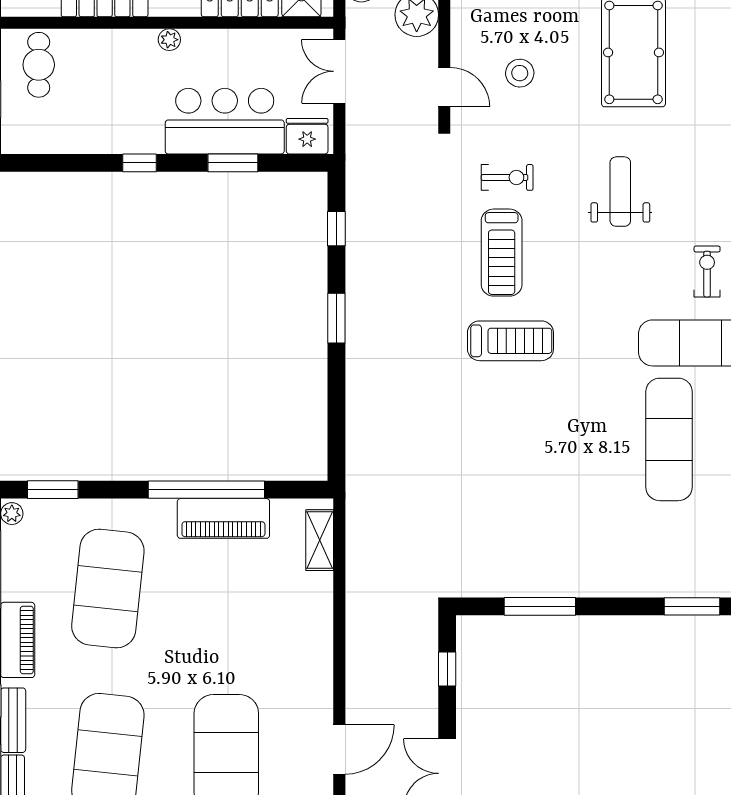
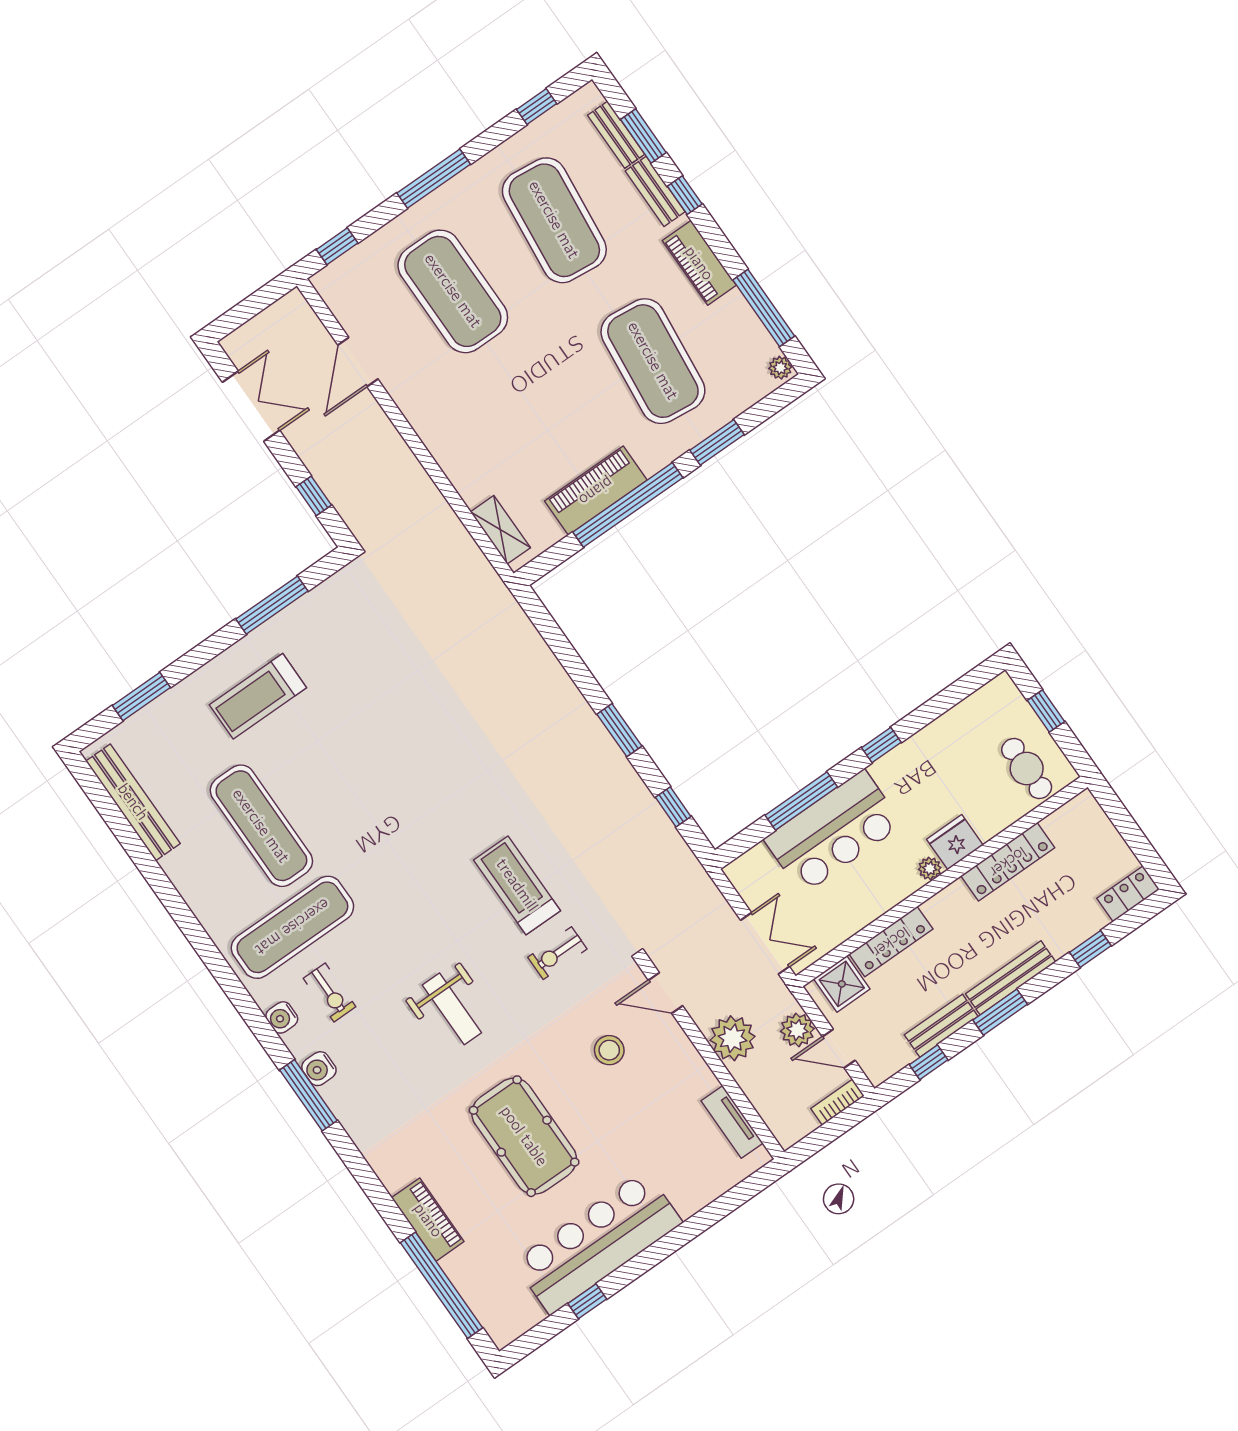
fridge: (307, 136) -> (955, 842), moved, turned 180
window: (233, 163) -> (801, 801), width x1.44
treadmill: (510, 341) -> (258, 696), moved
window: (53, 490) -> (717, 442), moved

